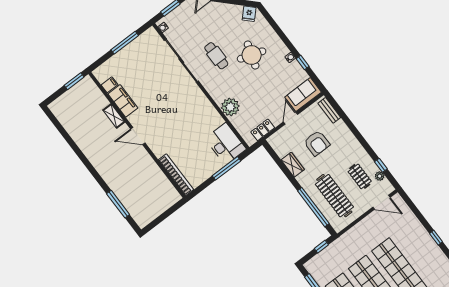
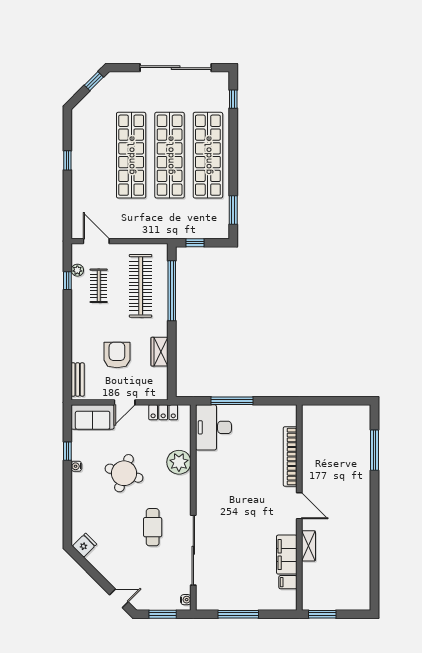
round table: (252, 55) -> (124, 473), moved
bookcase: (176, 175) -> (290, 457), moved

